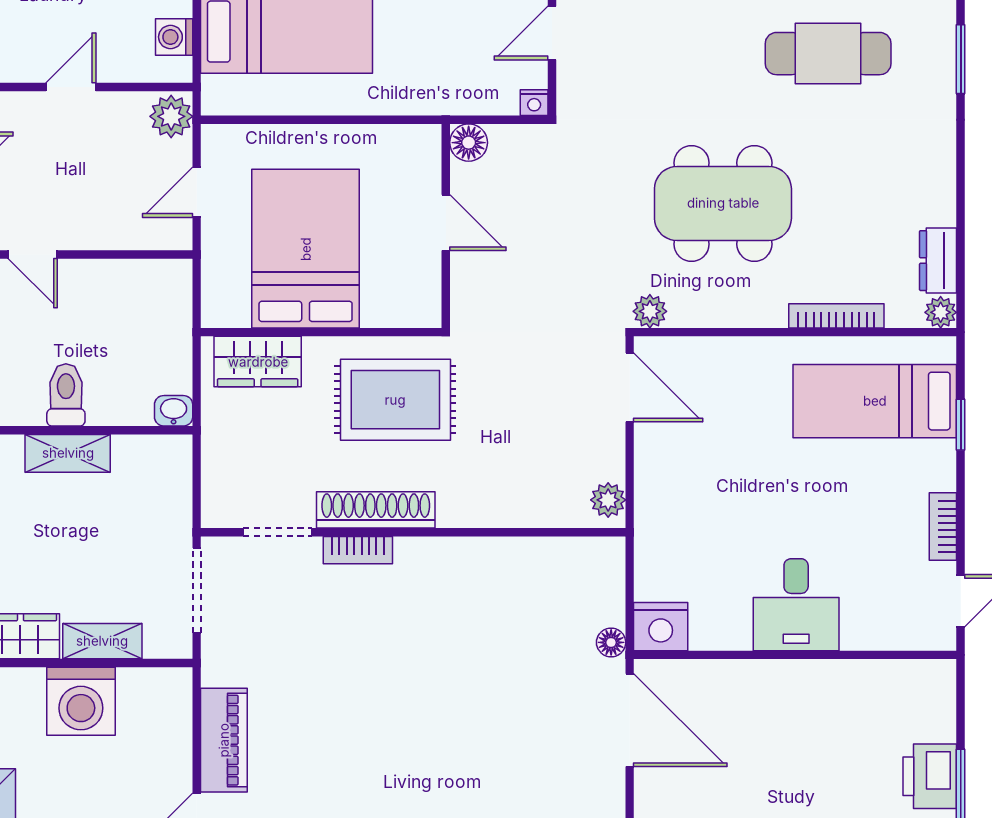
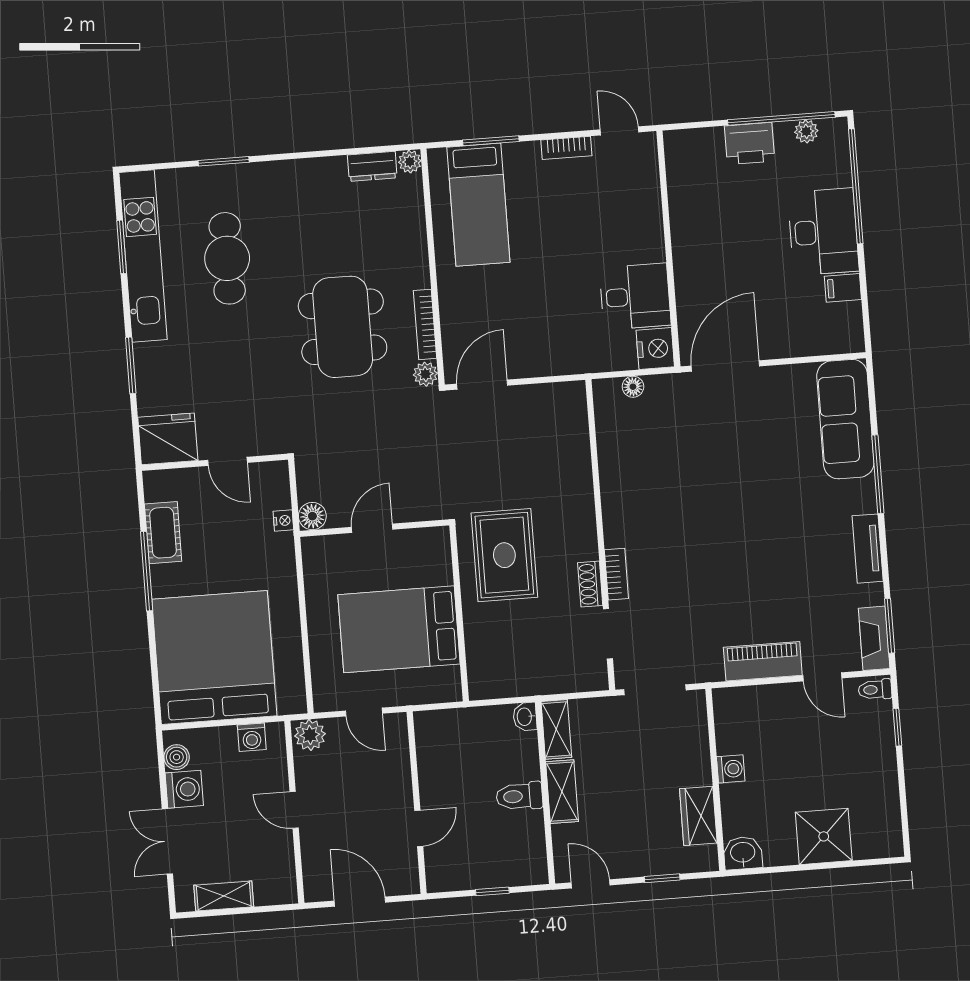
nightstand: (534, 103) -> (283, 521), moved
bookcase: (836, 316) -> (425, 324), moved
wardrobe: (258, 362) -> (484, 658), removed
window: (961, 425) -> (491, 141), width x1.50
plant: (608, 500) -> (566, 394), removed
shoe rack: (376, 510) -> (590, 584), width x0.51, depth x0.81
desk: (796, 605) -> (635, 296), moved
shelving: (102, 641) -> (556, 729), moved
floor lamp: (611, 642) -> (633, 387), moved
washing machine: (81, 701) -> (731, 769), width x0.53, depth x0.53

